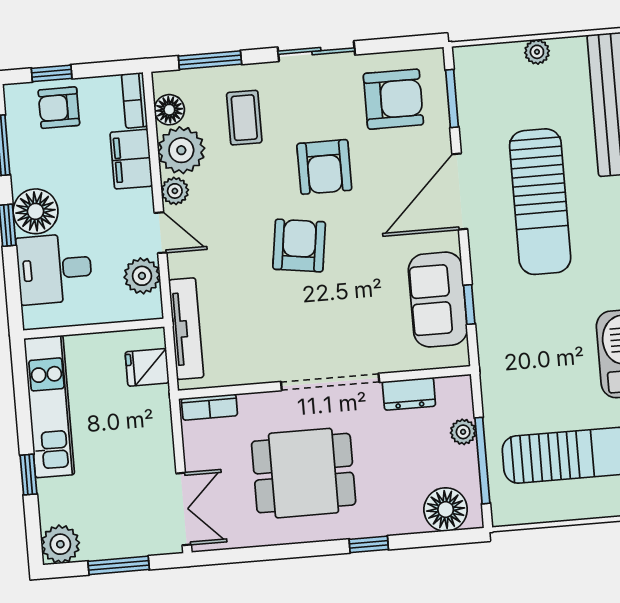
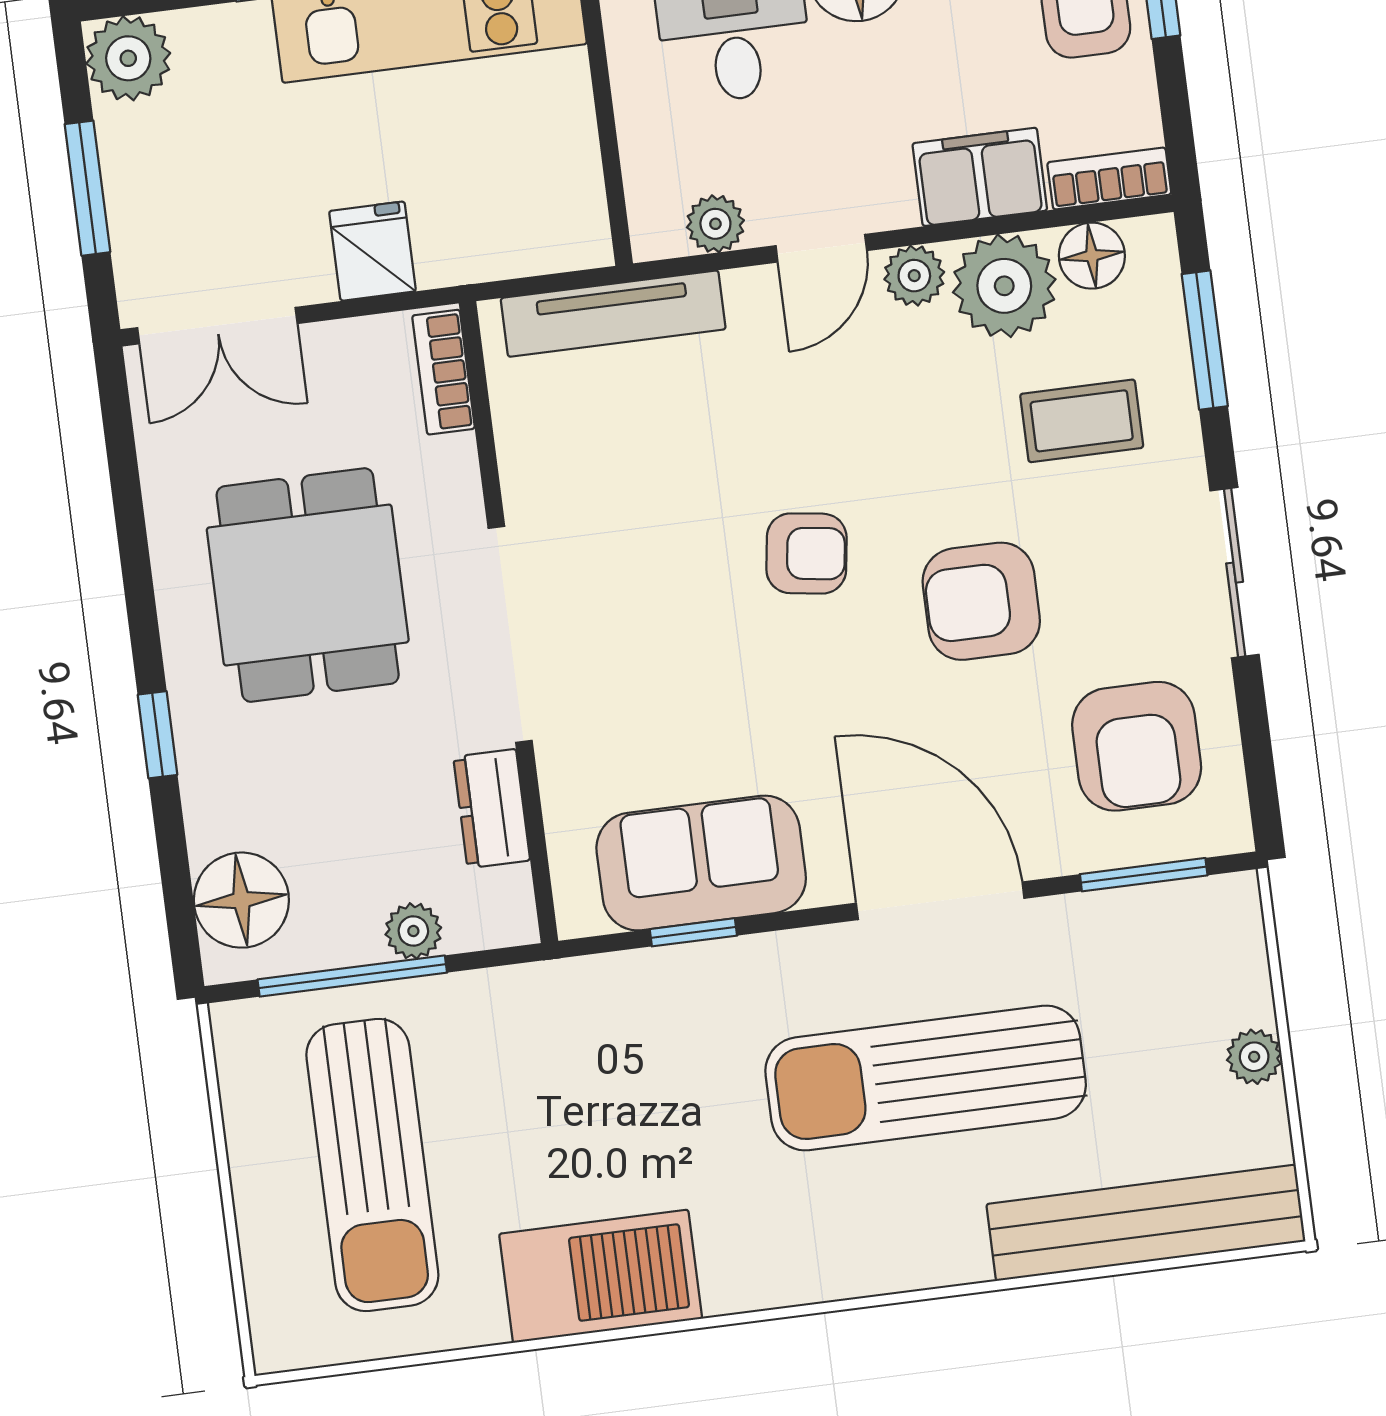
armchair: (299, 245) -> (806, 553), width x0.72, depth x0.72
plant: (142, 276) -> (715, 224), width x0.73, depth x0.73
fridge: (147, 367) -> (372, 251), moved

